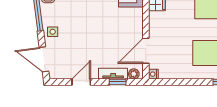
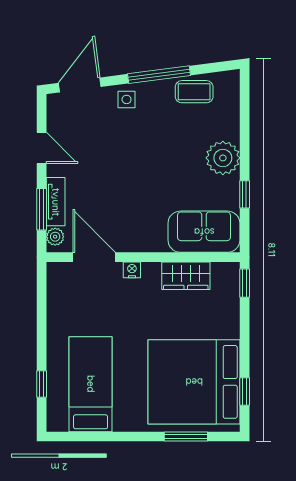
nightstand: (153, 74) -> (132, 270), moved
window: (118, 82) -> (42, 209), width x1.50

